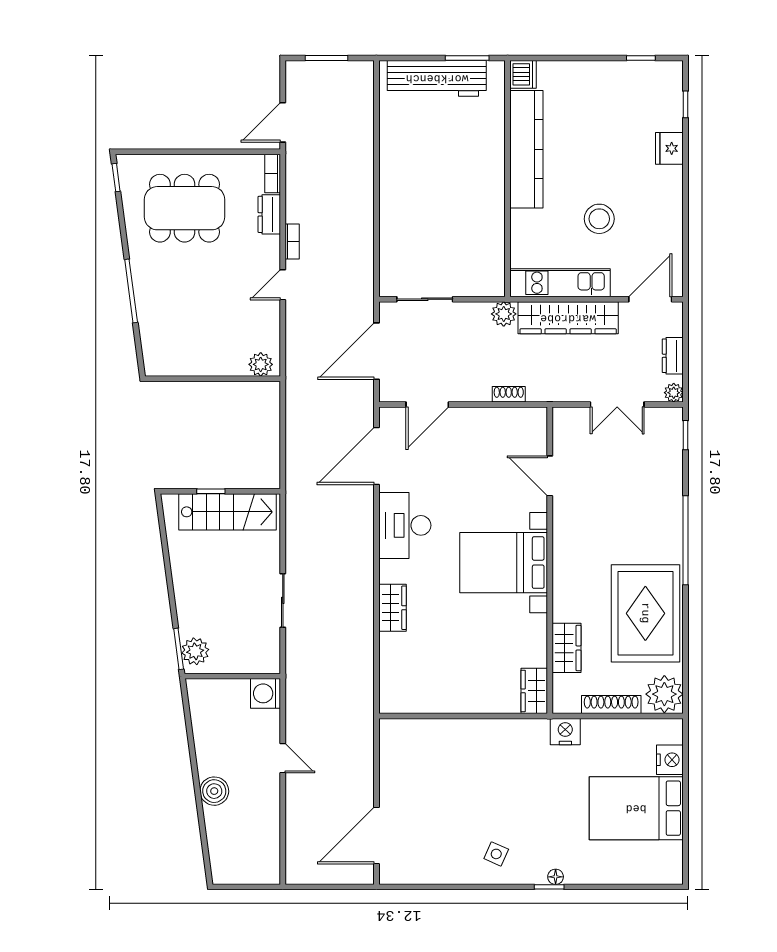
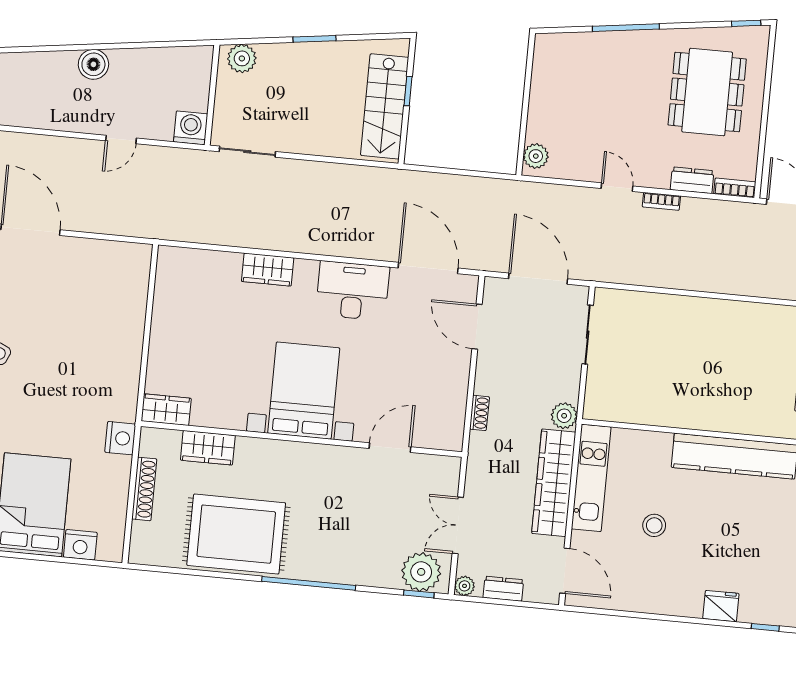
stool: (599, 219) -> (654, 525), width x0.73, depth x0.73
sliding door: (283, 600) -> (247, 152), moved
window: (179, 649) -> (314, 39), moved
plant: (664, 694) -> (421, 572), moved

